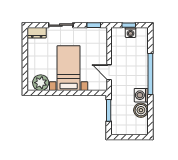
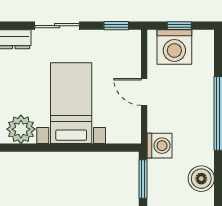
washing machine: (131, 32) -> (174, 47), width x1.89, depth x1.89
door: (109, 72) -> (144, 92), moved
washing machine: (141, 95) -> (160, 146), moved, turned 180

